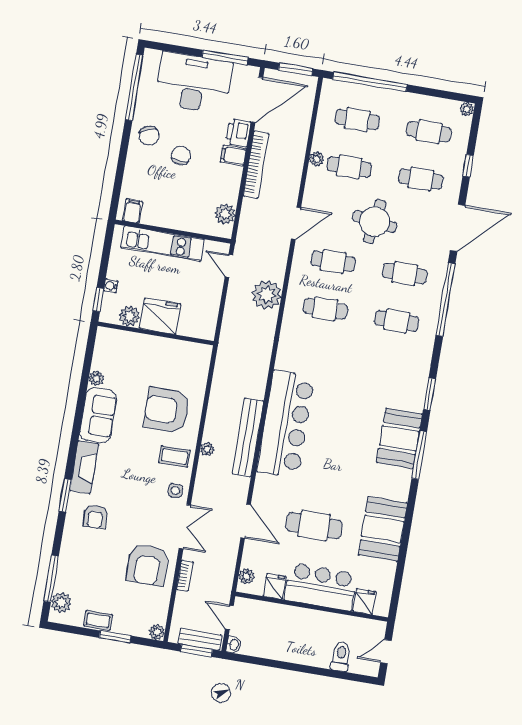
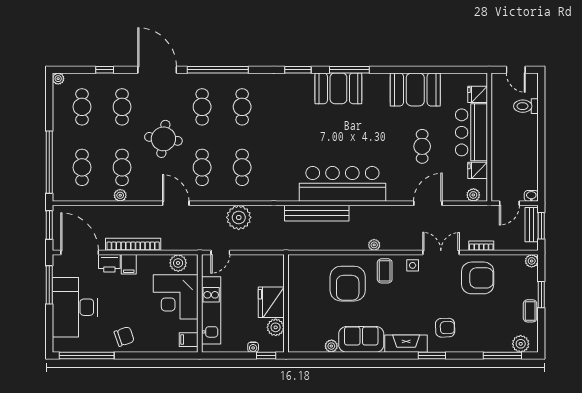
chair: (181, 156) -> (136, 307), removed
corner desk: (185, 204) -> (176, 297), added
bench: (248, 437) -> (317, 213), moved
cafe table: (314, 526) -> (422, 146), width x0.73, depth x0.74

